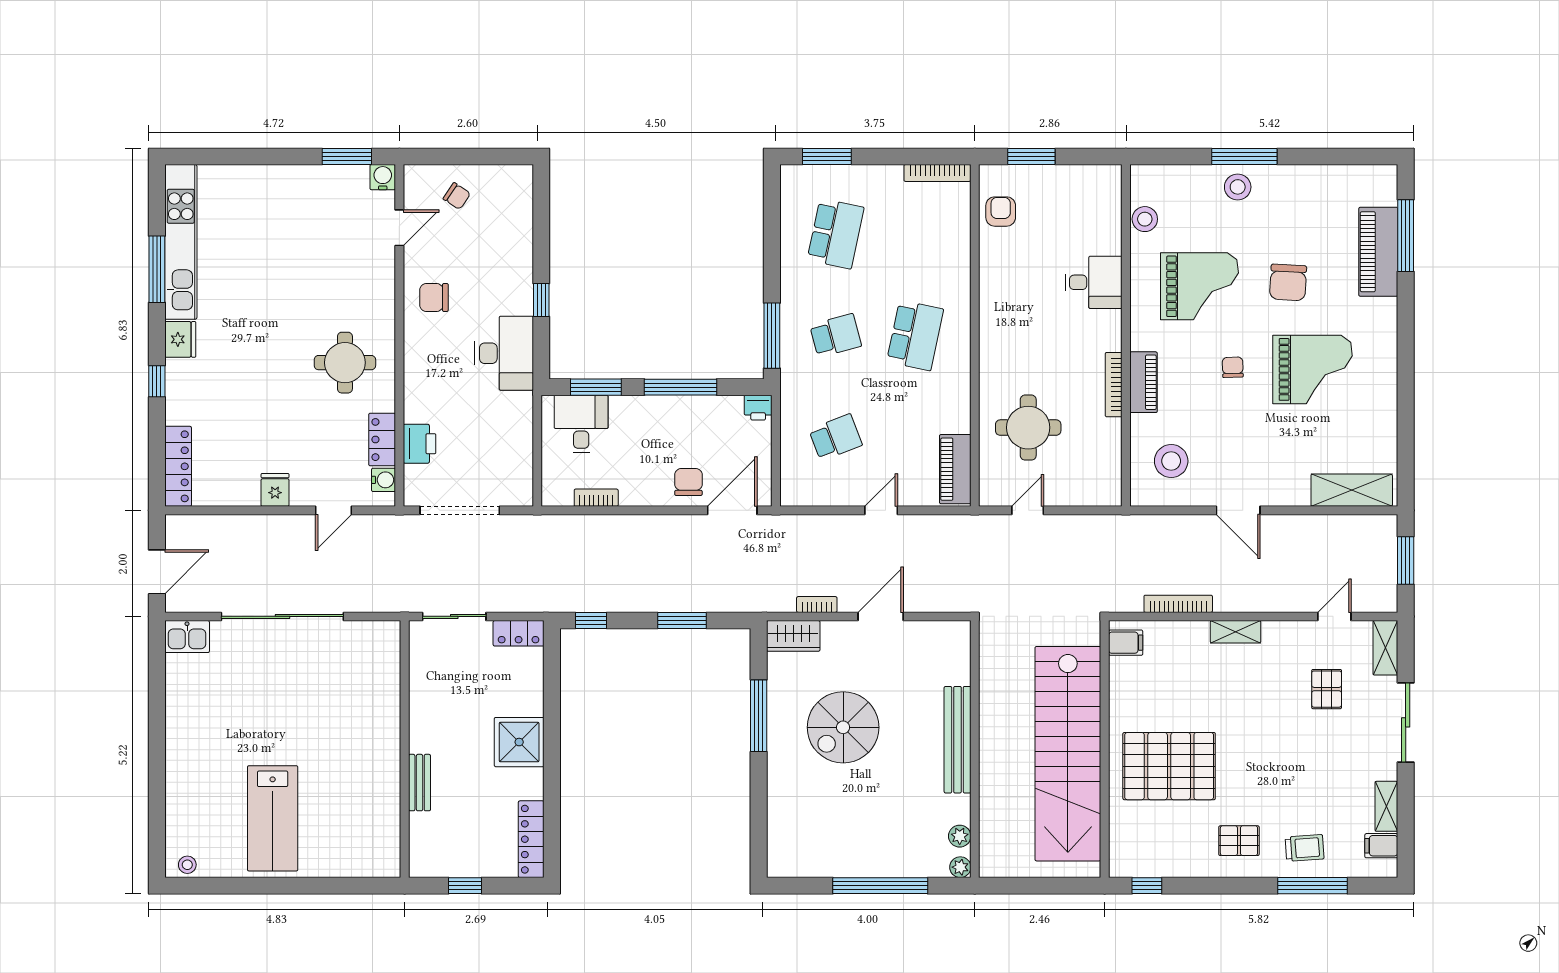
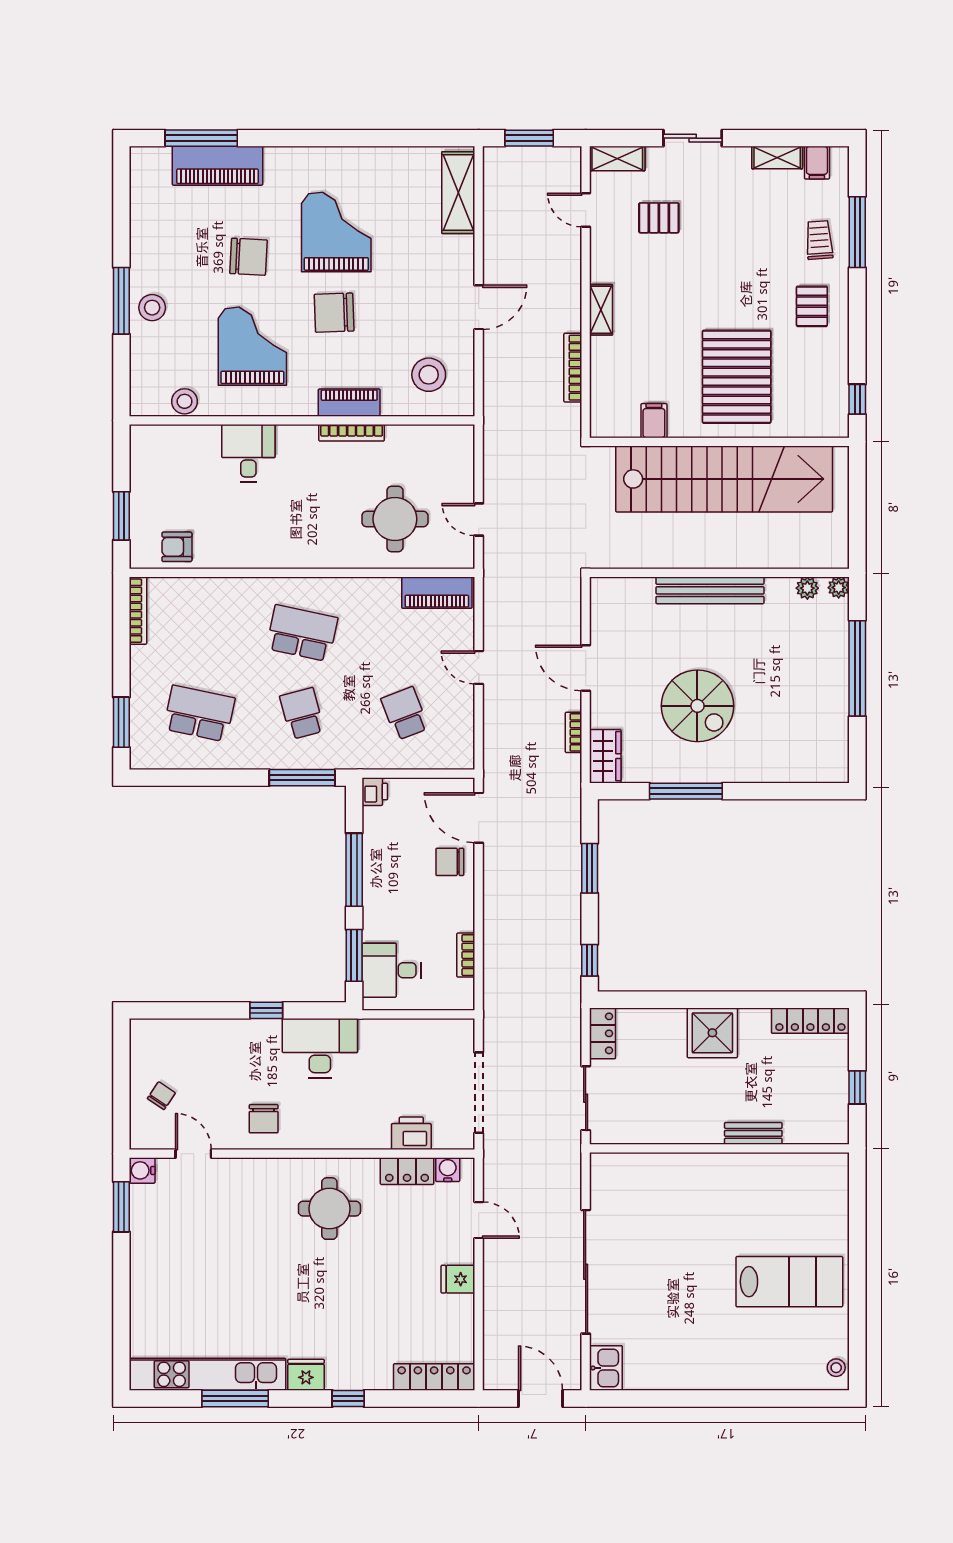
chair: (1233, 367) -> (334, 313), width x1.87, depth x1.87
filing cabinet: (1126, 643) -> (654, 421), moved
sliding door: (1406, 722) -> (693, 138), width x0.73

